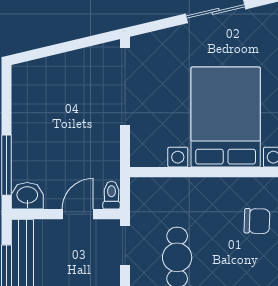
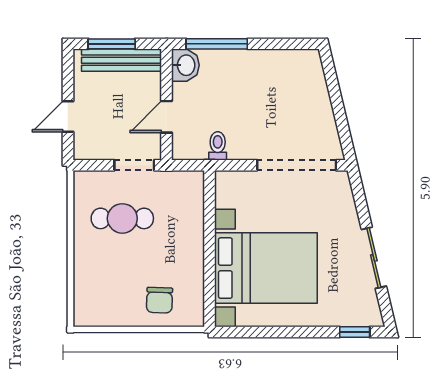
toilet: (112, 195) -> (218, 146), moved, turned -90
door: (78, 214) -> (167, 117), swing flipped

